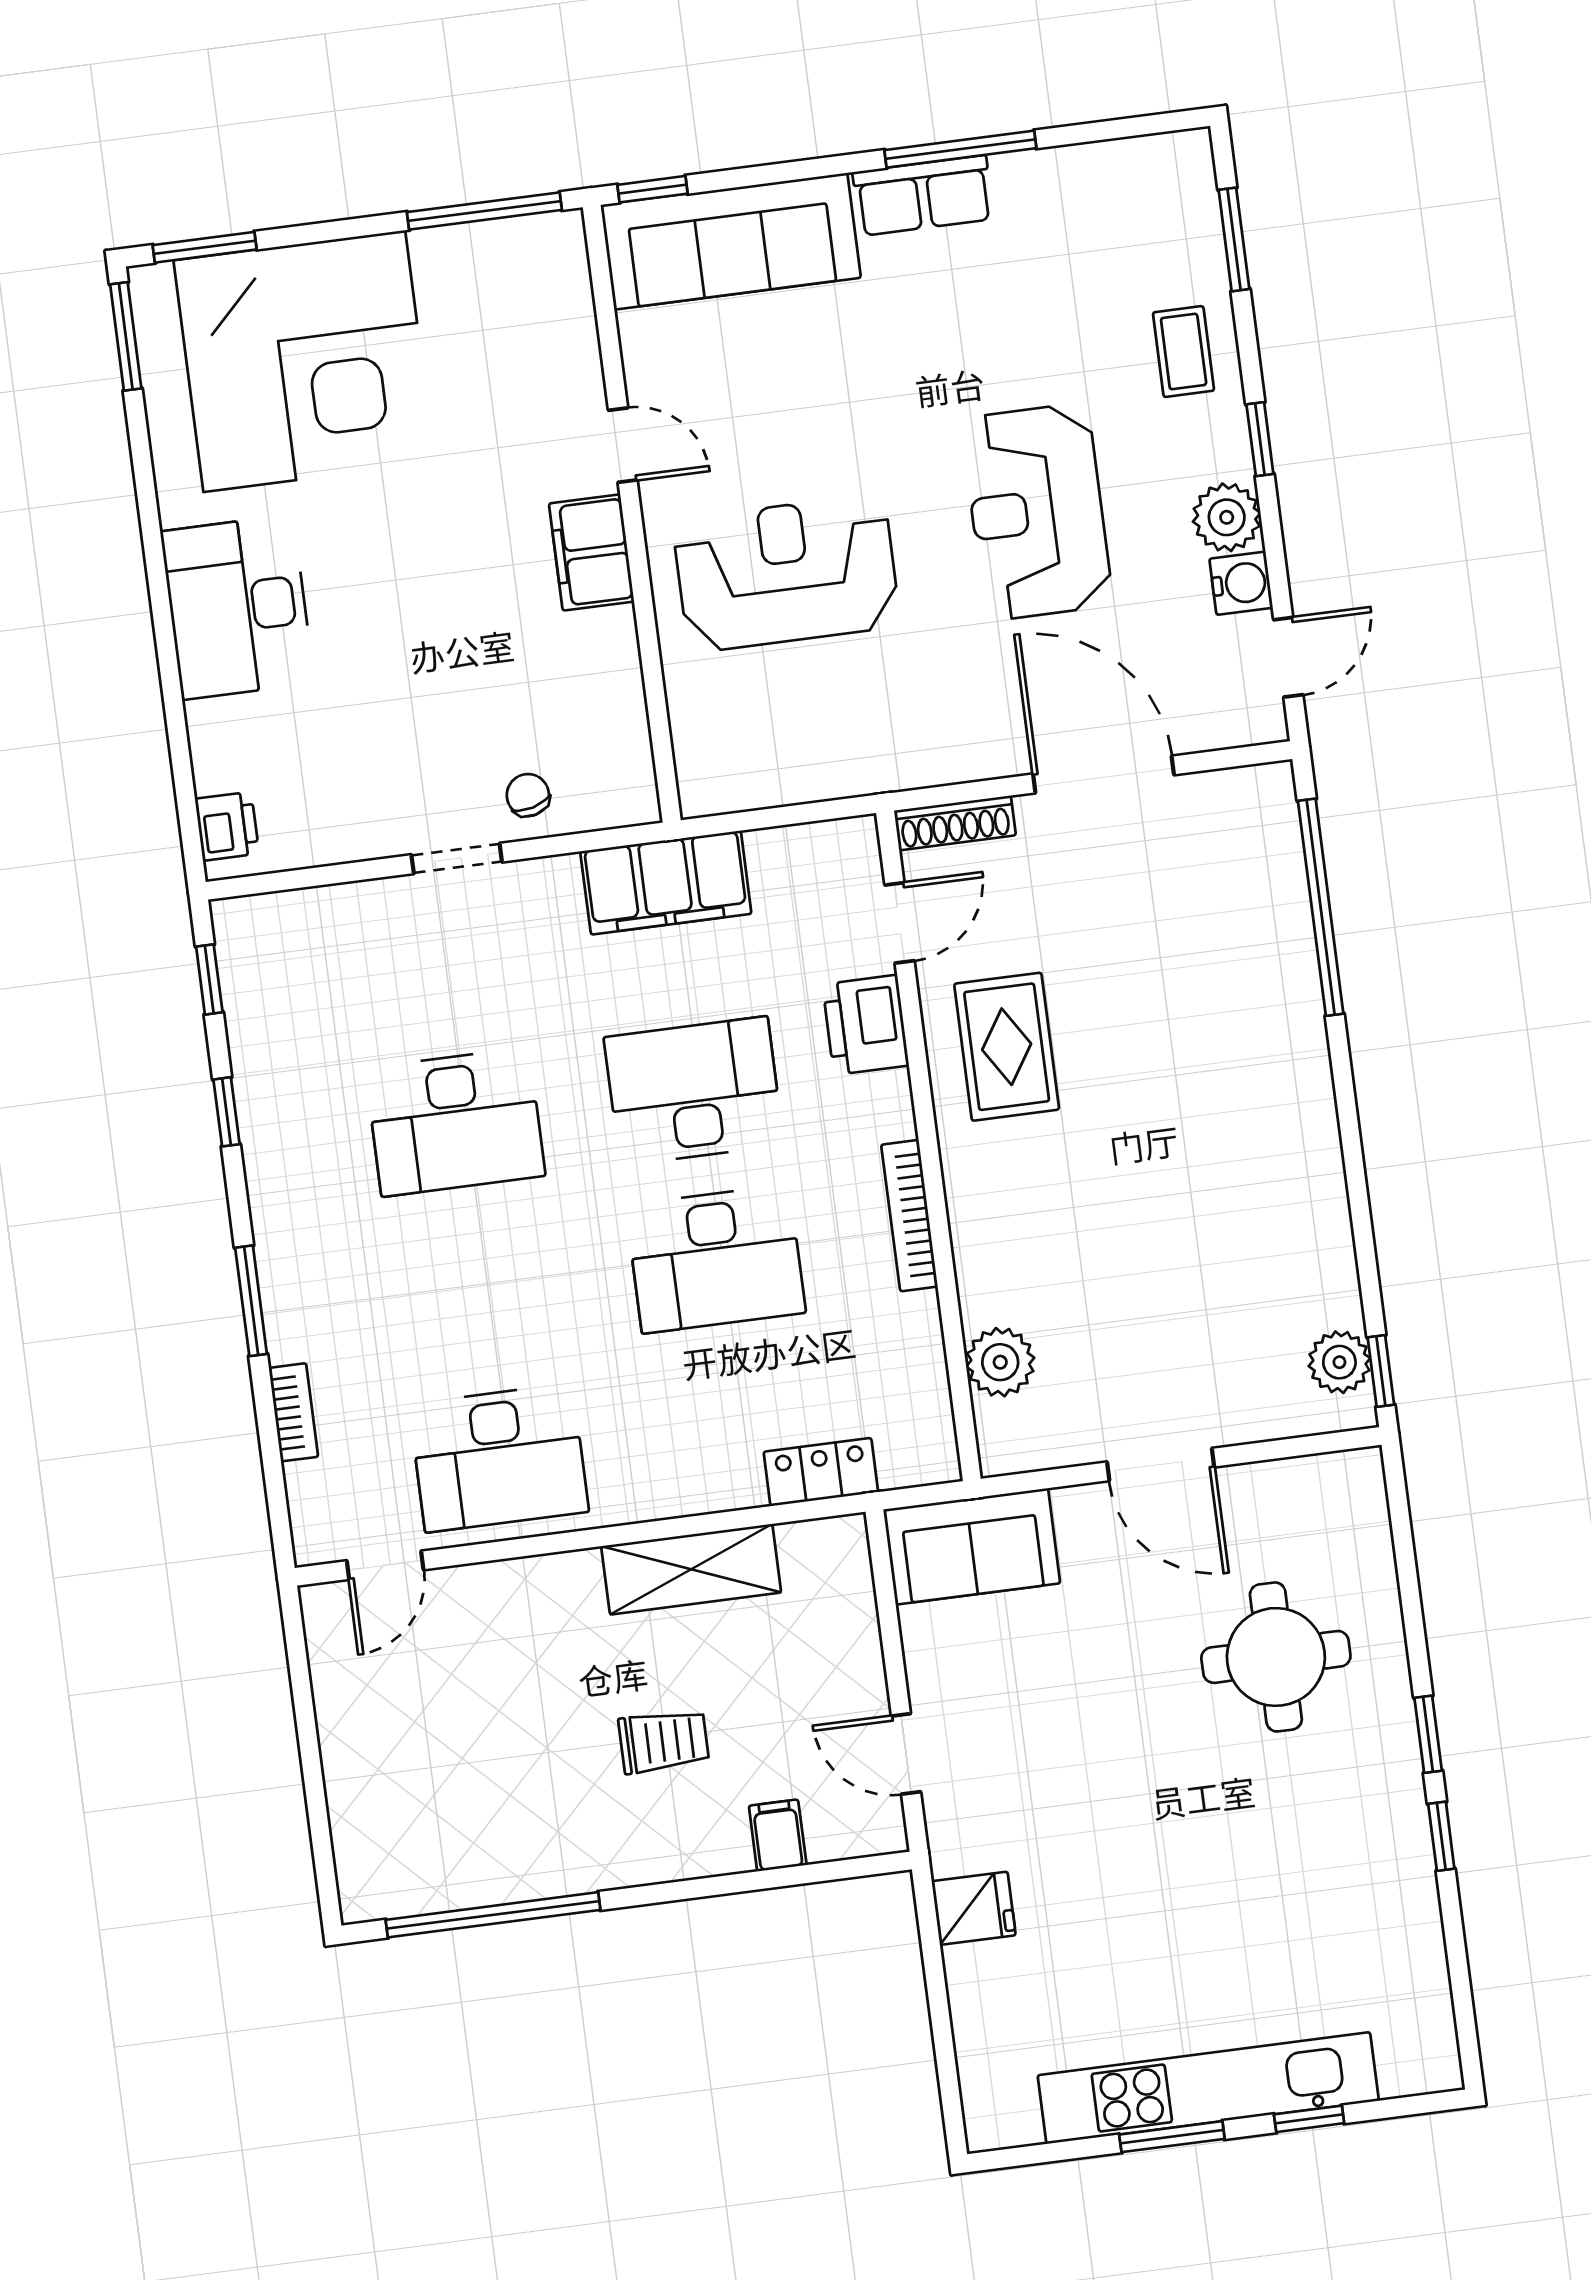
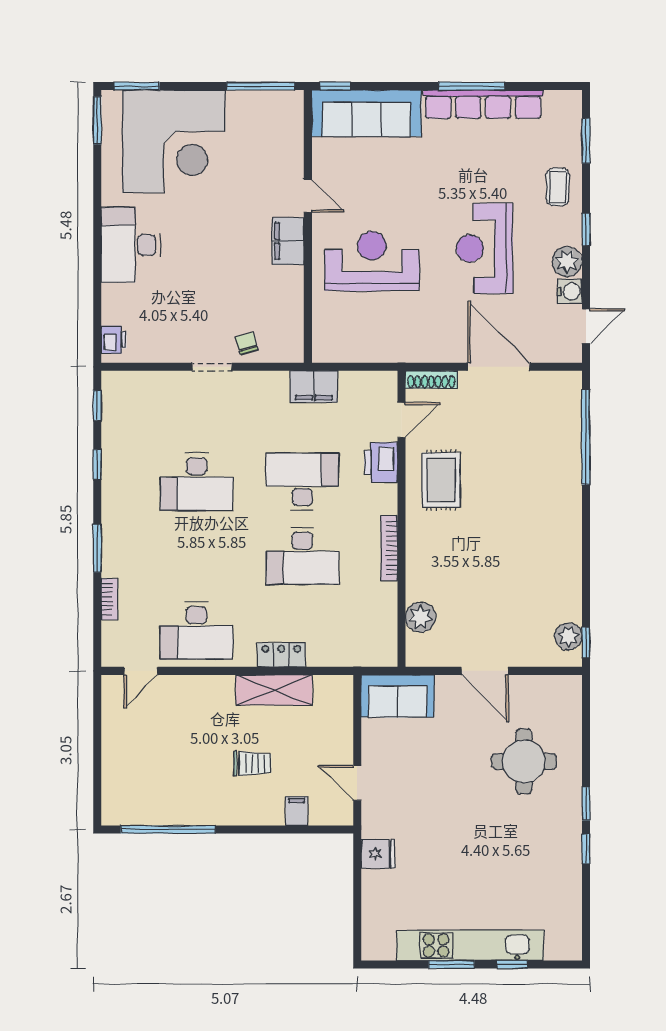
row of seats: (923, 196) -> (483, 104), width x2.02
filing cabinet: (666, 883) -> (314, 387), width x0.67, depth x0.86
locker: (821, 1472) -> (281, 655), moved

